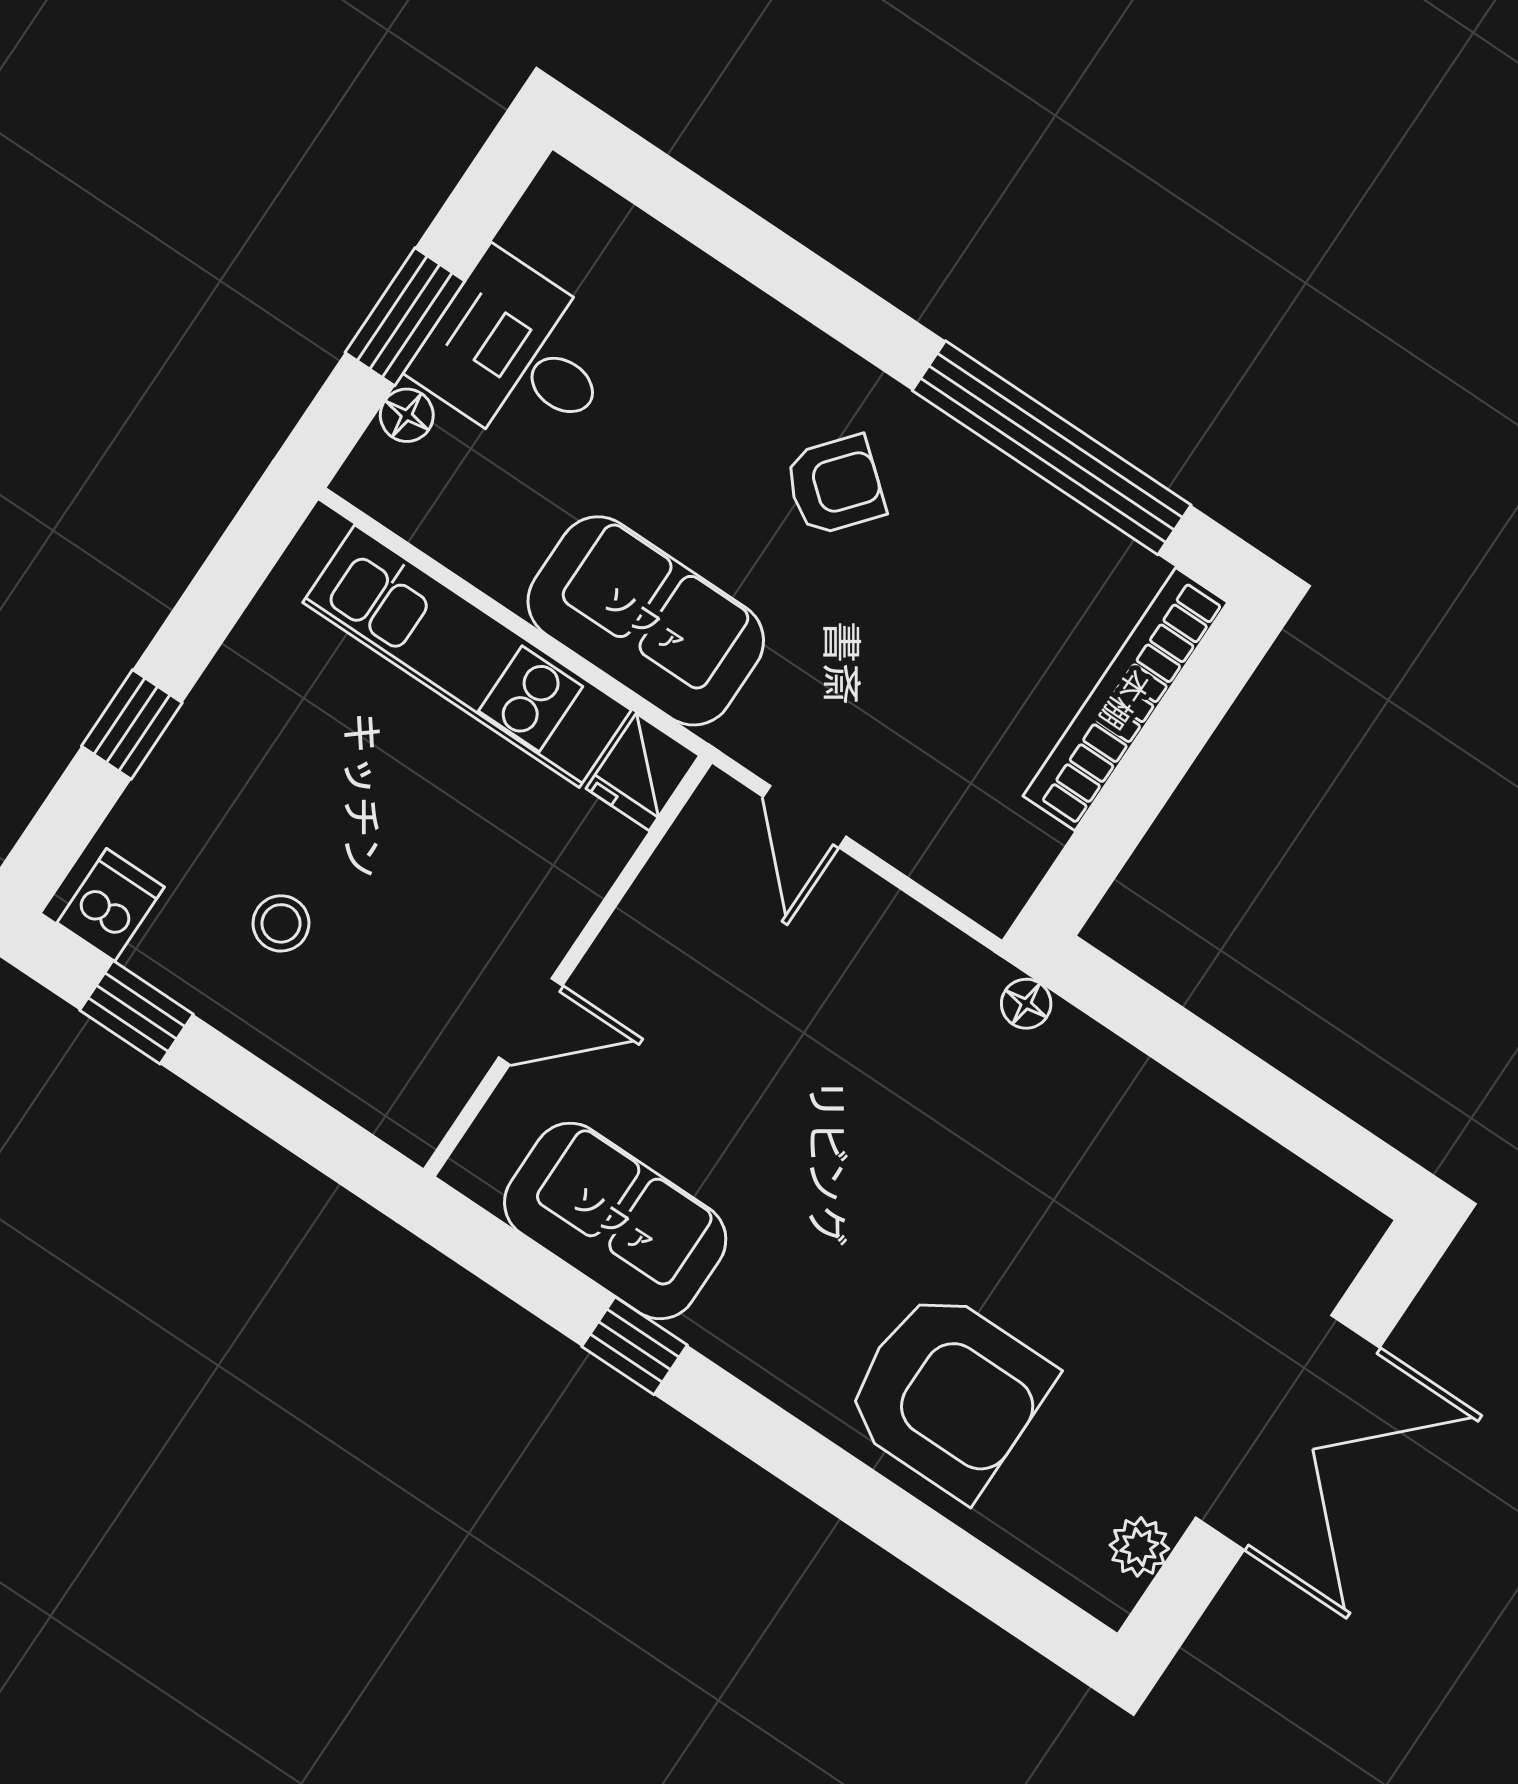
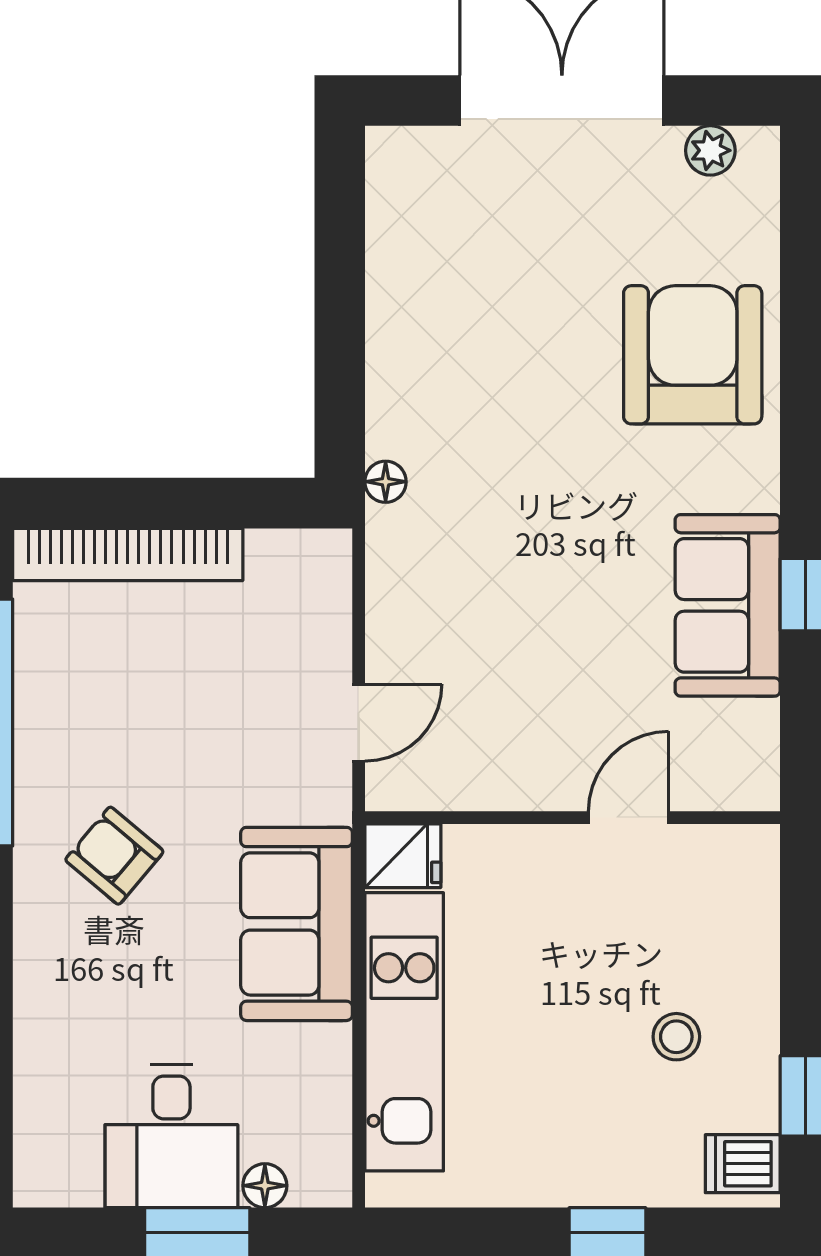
door: (531, 1021) -> (628, 818), hinge flipped
sofa: (615, 1221) -> (728, 605), moved

